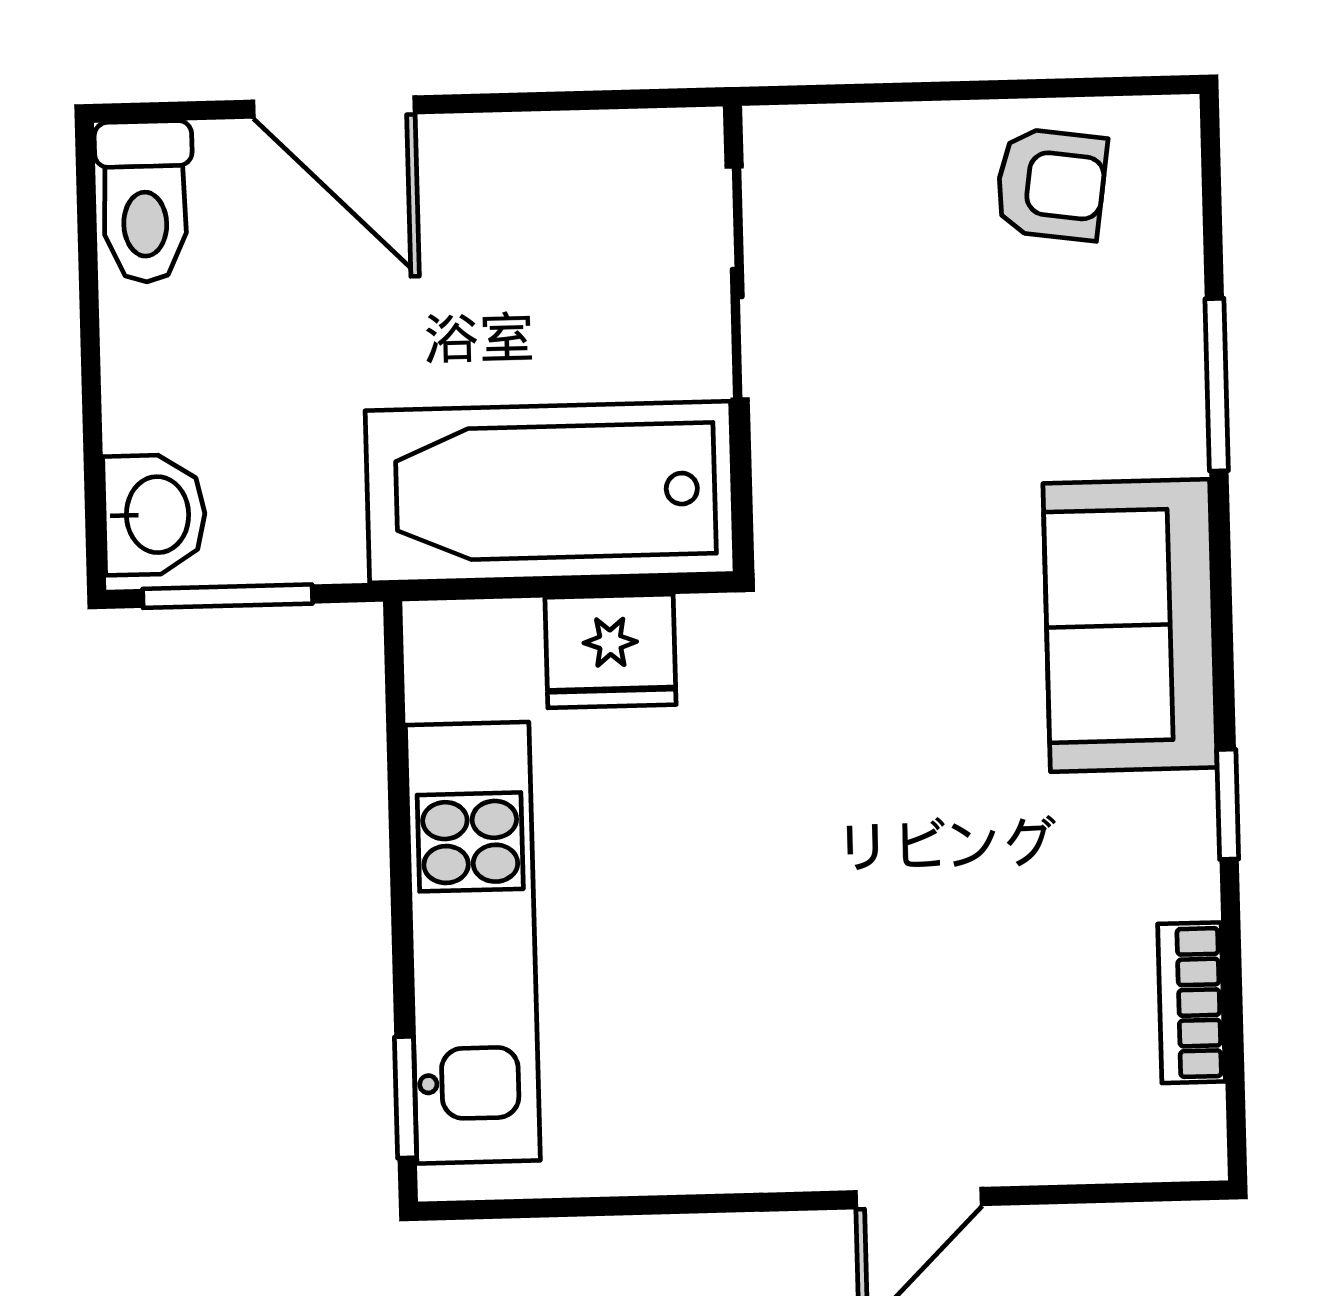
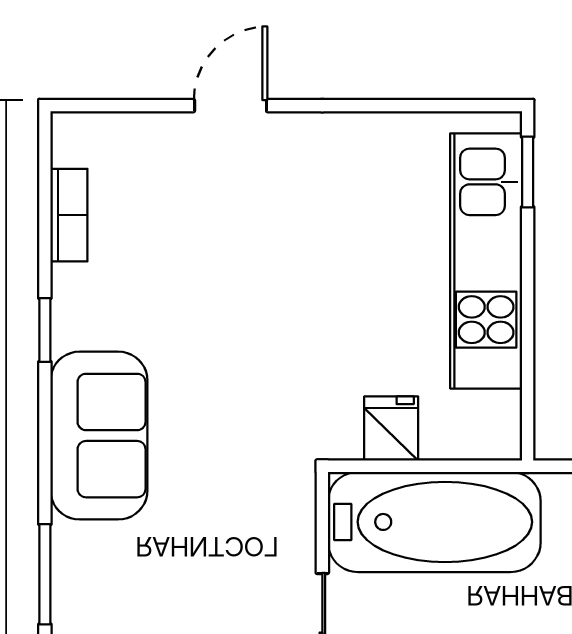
fridge: (611, 651) -> (391, 429), width x0.72

